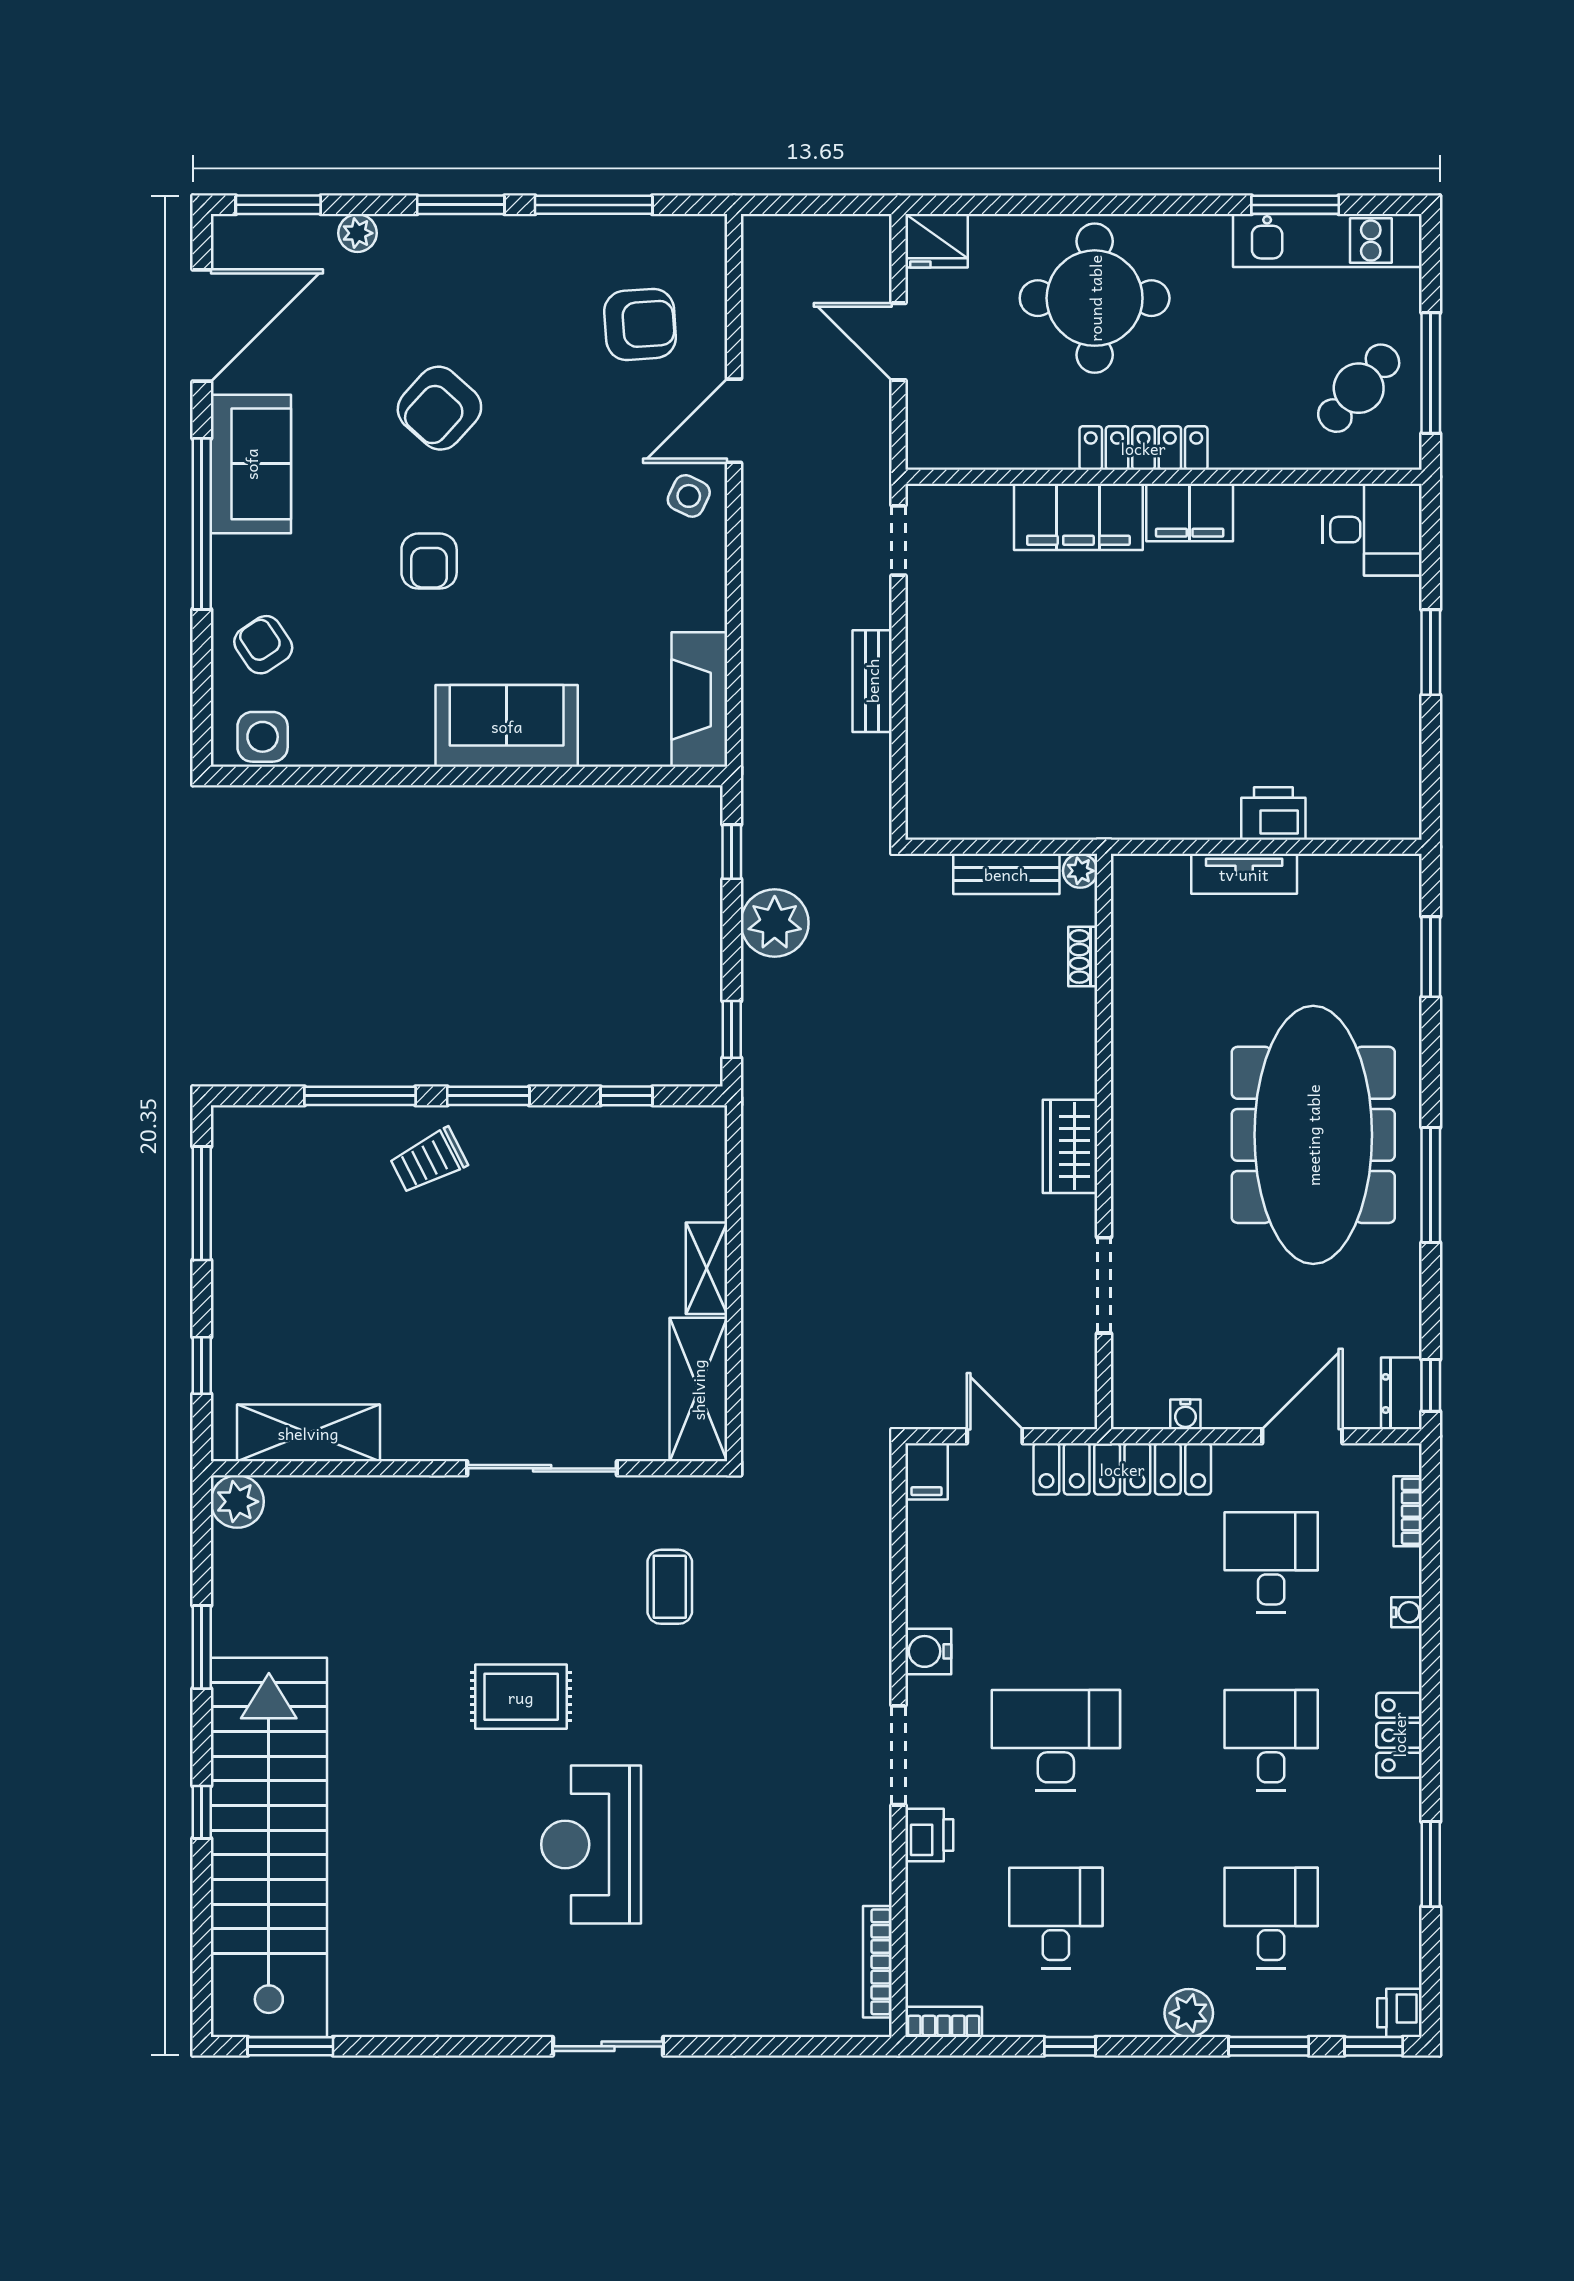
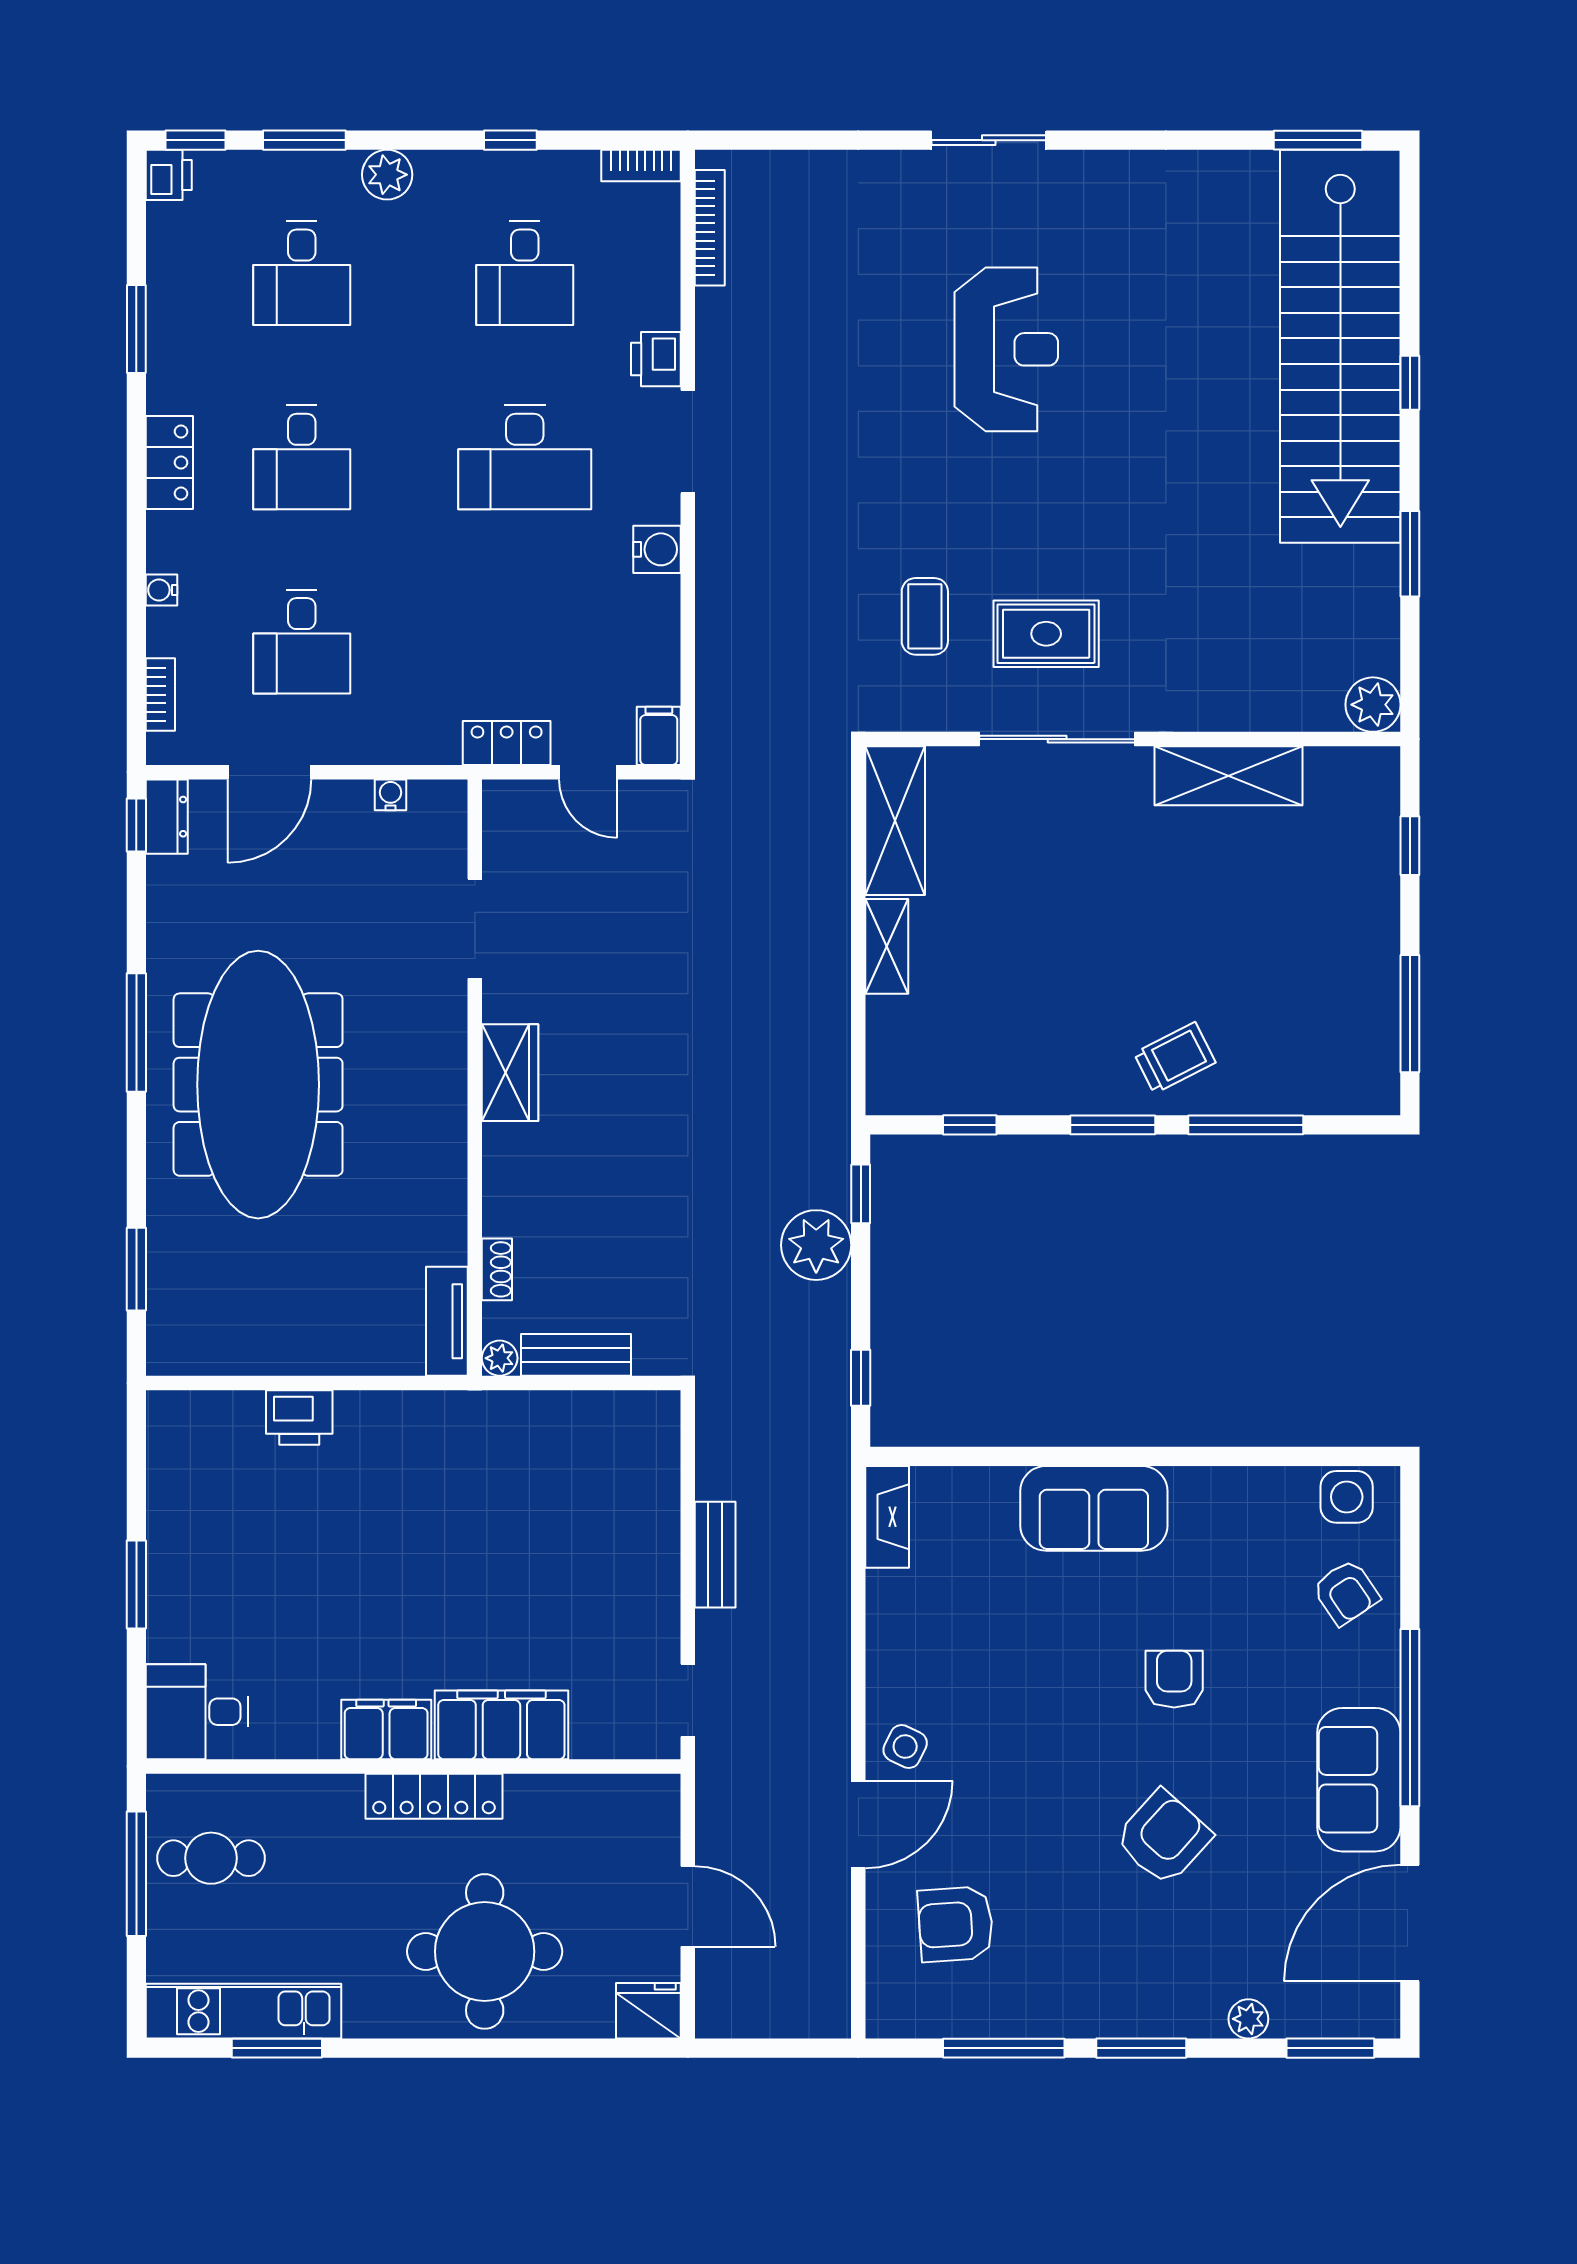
cafe table: (1359, 388) -> (211, 1858), turned 49
fireplace: (699, 700) -> (887, 1517), width x0.73, depth x0.76
tv unit: (1244, 874) -> (447, 1321), moved, turned -90
plant: (775, 923) -> (816, 1245), moved
shelving: (308, 1433) -> (1229, 776), moved
locker: (1122, 1469) -> (507, 743), width x0.46, depth x0.83
rug: (521, 1697) -> (1046, 634), moved

